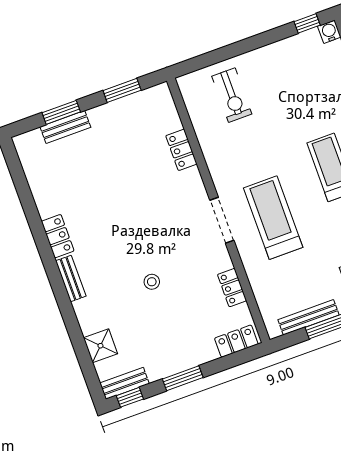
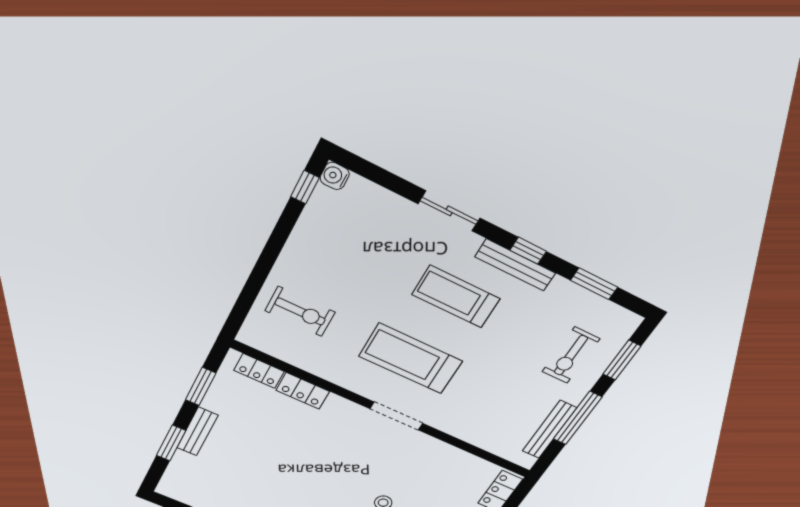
bench: (65, 127) -> (197, 432), moved
treadmill: (273, 218) -> (411, 359), moved
locker: (232, 288) -> (259, 371), moved

